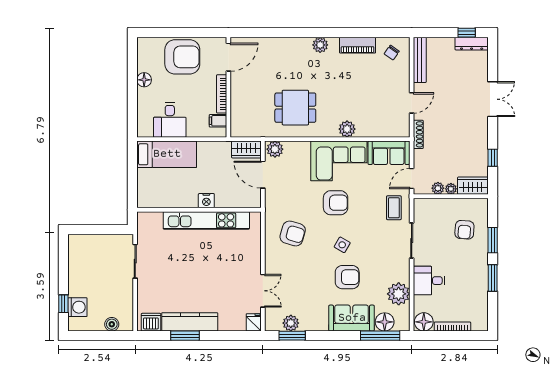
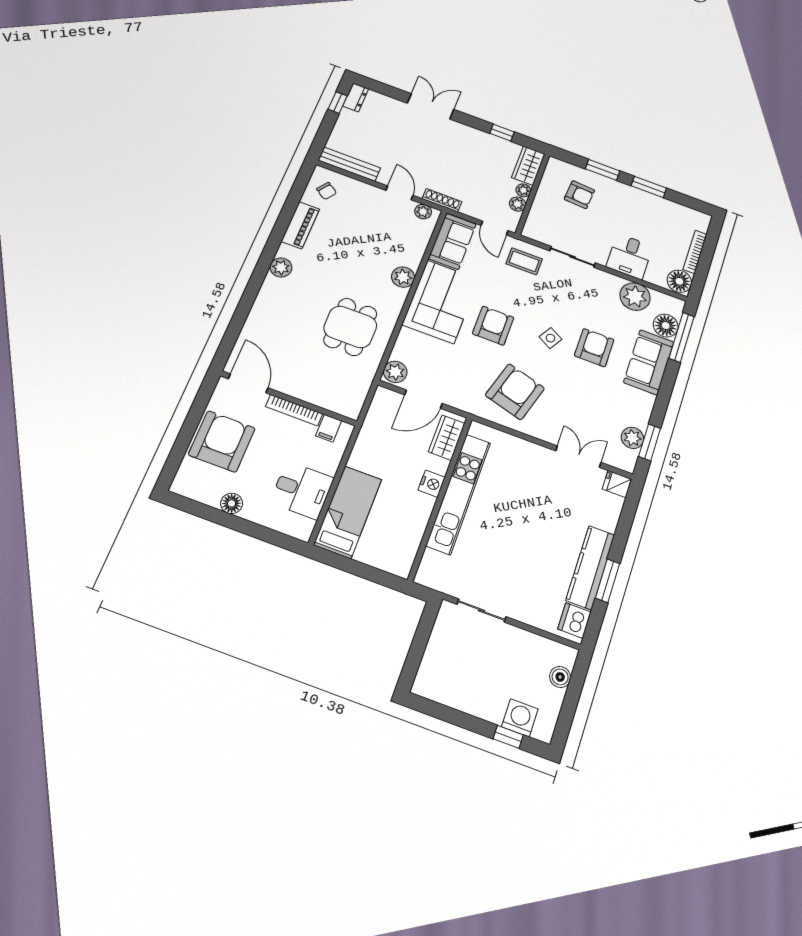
dresser: (472, 44) -> (356, 97), width x0.70
plant: (404, 125) -> (423, 212), added
wardrobe: (246, 149) -> (447, 438), moved, turned 180
armchair: (293, 233) -> (515, 392), width x1.36, depth x1.36

